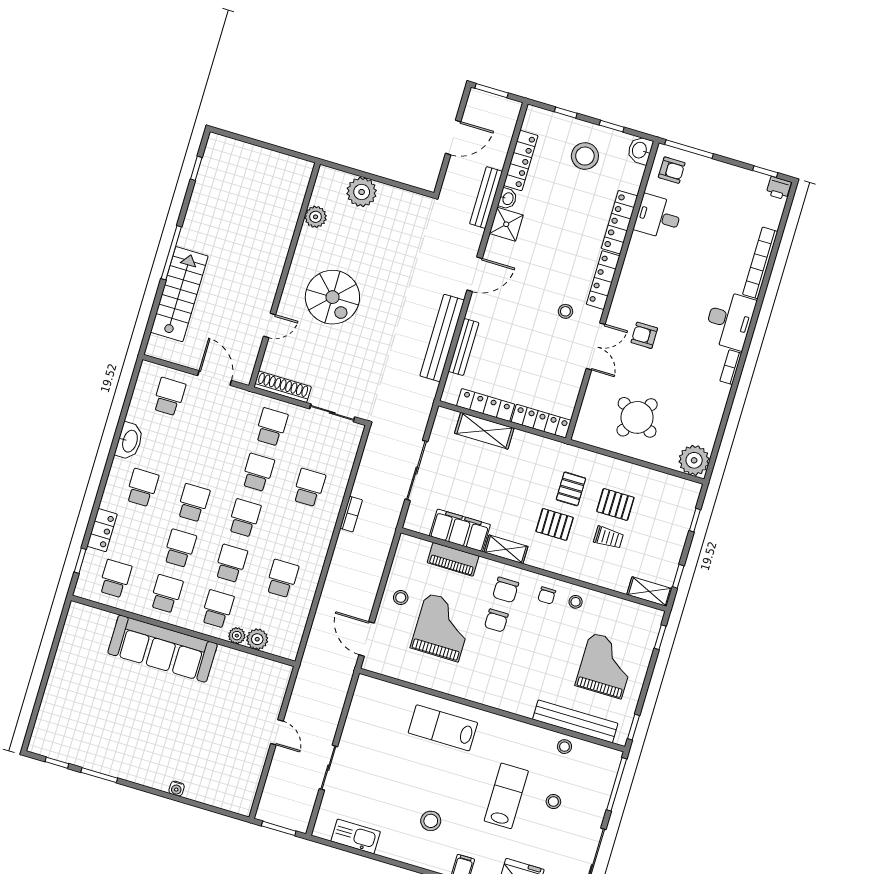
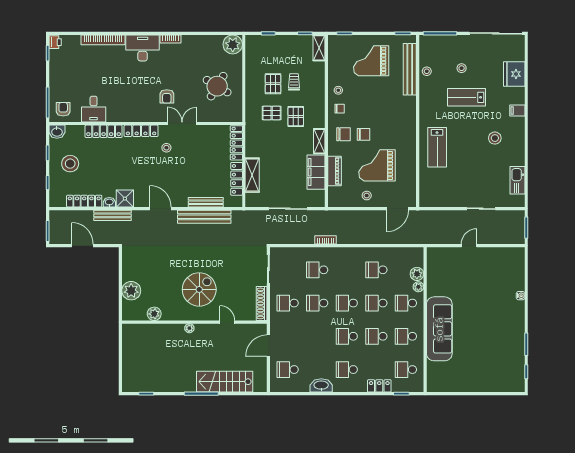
plant: (277, 264) -> (189, 328), added

